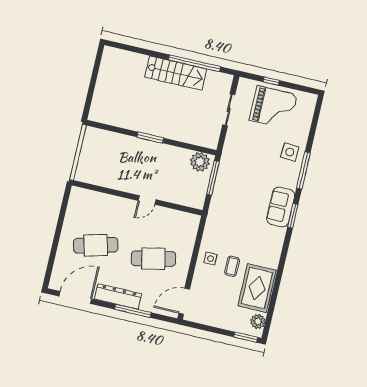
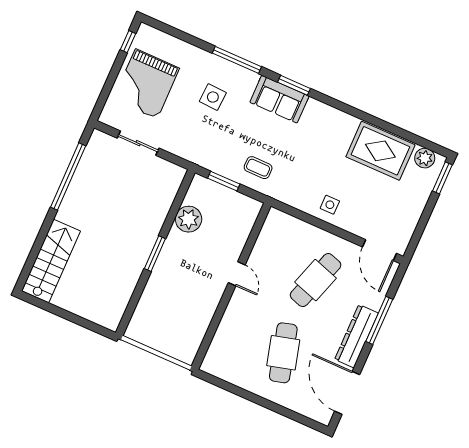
stairs: (176, 73) -> (51, 261), moved
window: (271, 81) -> (128, 42), moved
grand piano: (273, 108) -> (146, 84), turned 180
side table: (290, 152) -> (213, 97), moved
plant: (200, 162) -> (189, 219), moved
window: (213, 178) -> (224, 181), width x0.69
cafe table: (153, 259) -> (316, 280), turned 30
coffee table: (232, 266) -> (258, 168), moved

